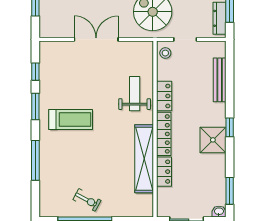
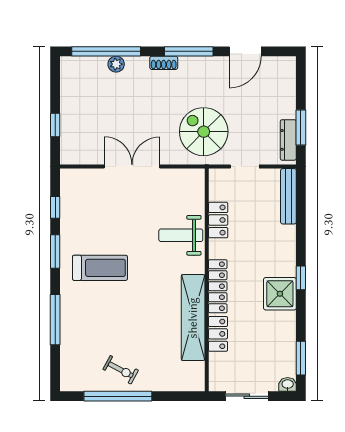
stool: (165, 53) -> (220, 184), removed
bench: (220, 80) -> (288, 196), moved
weight bench: (135, 94) -> (181, 235), turned -90
locker: (164, 96) -> (218, 220), moved

